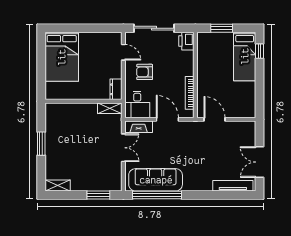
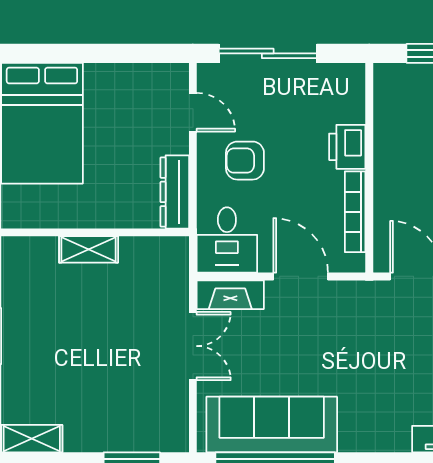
printer: (186, 41) -> (347, 147), moved
dresser: (116, 89) -> (175, 192), width x1.44
shelving: (110, 108) -> (89, 249), moved

